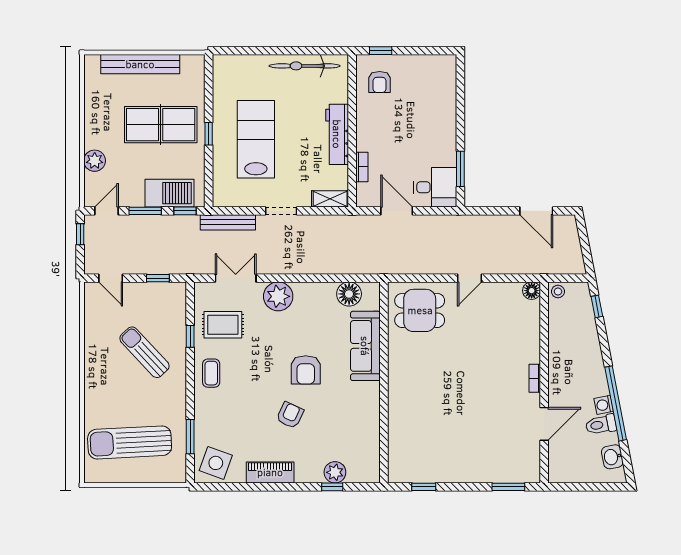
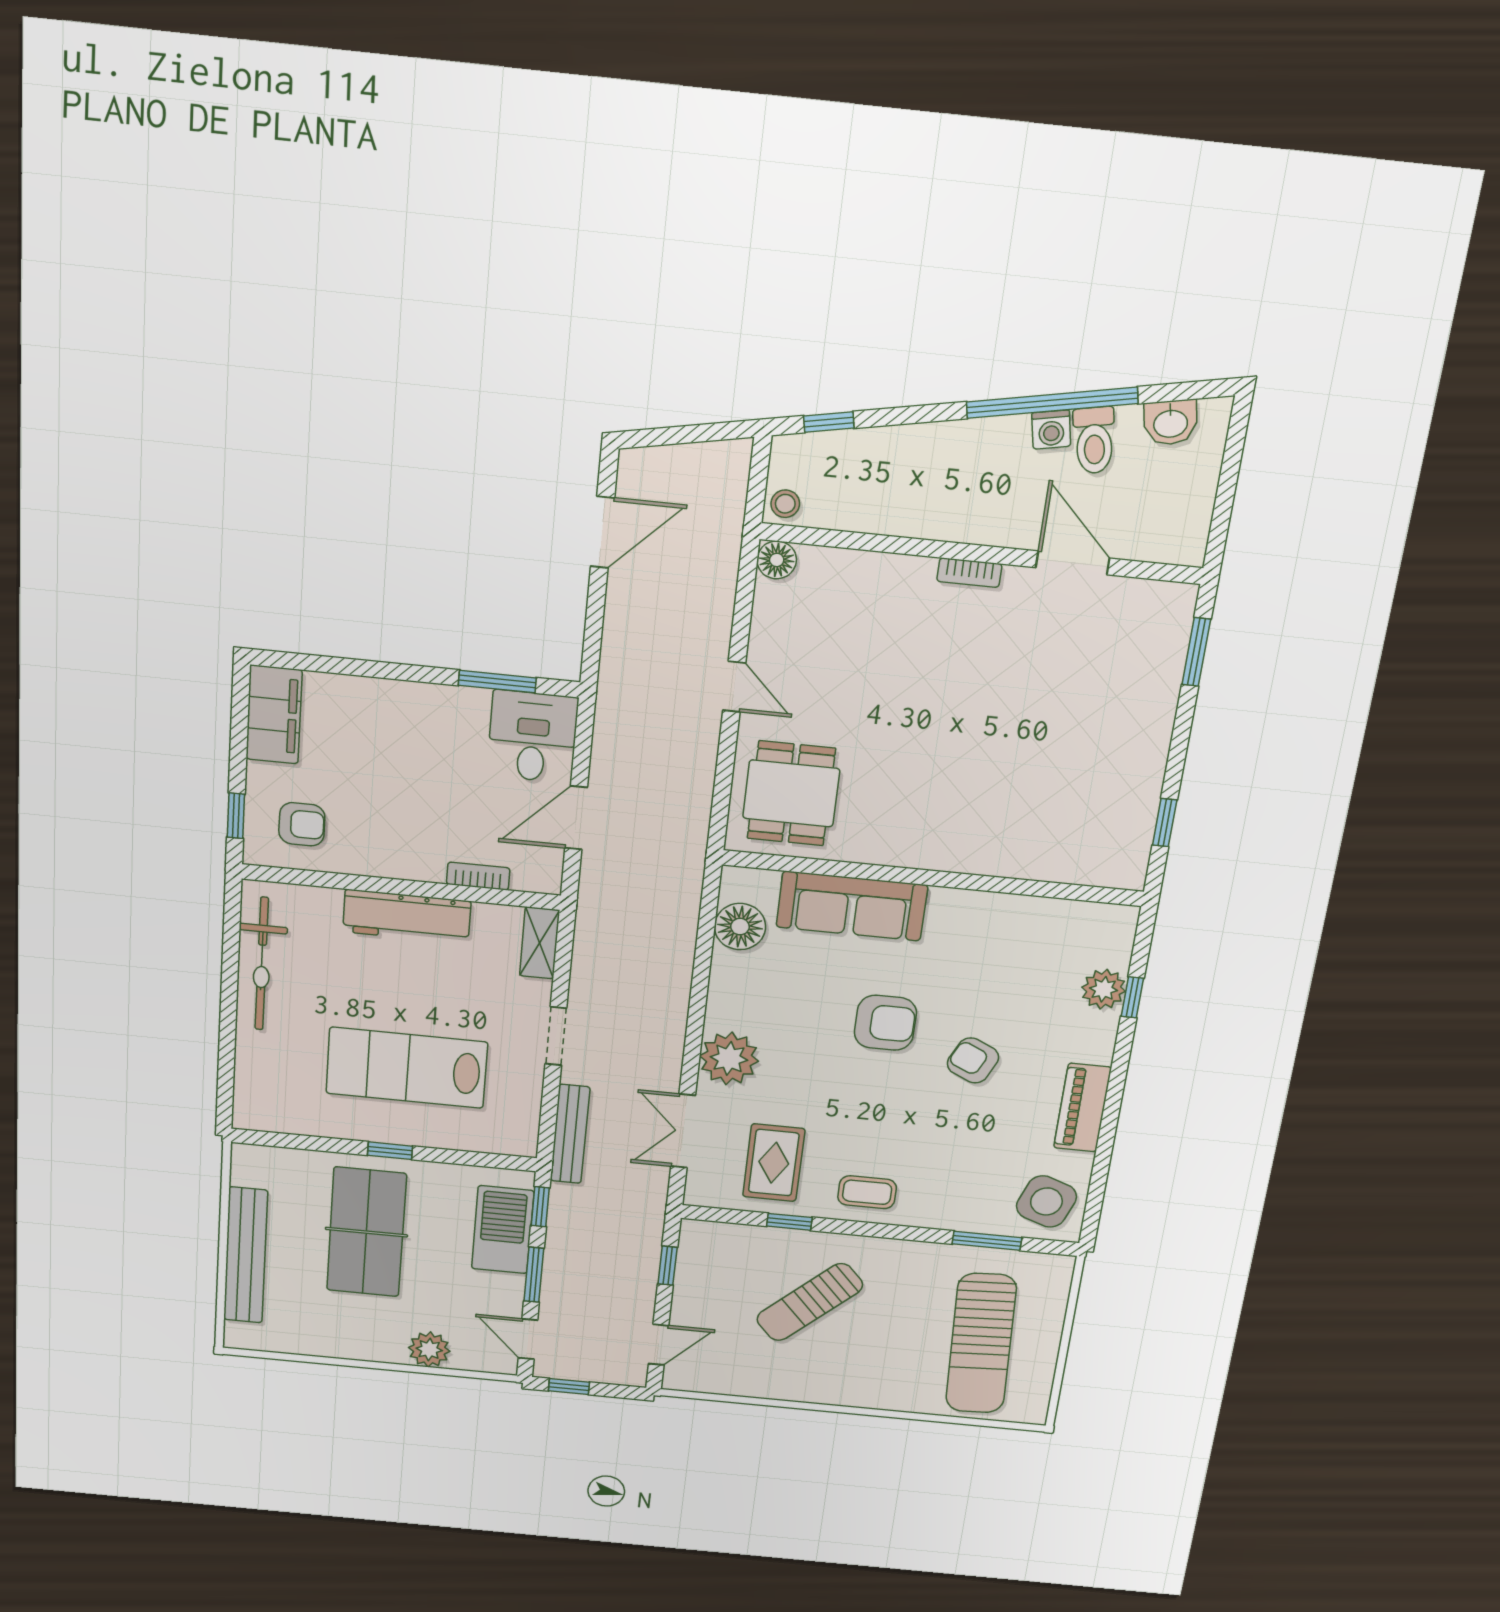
filing cabinet: (433, 66) -> (274, 715), added

